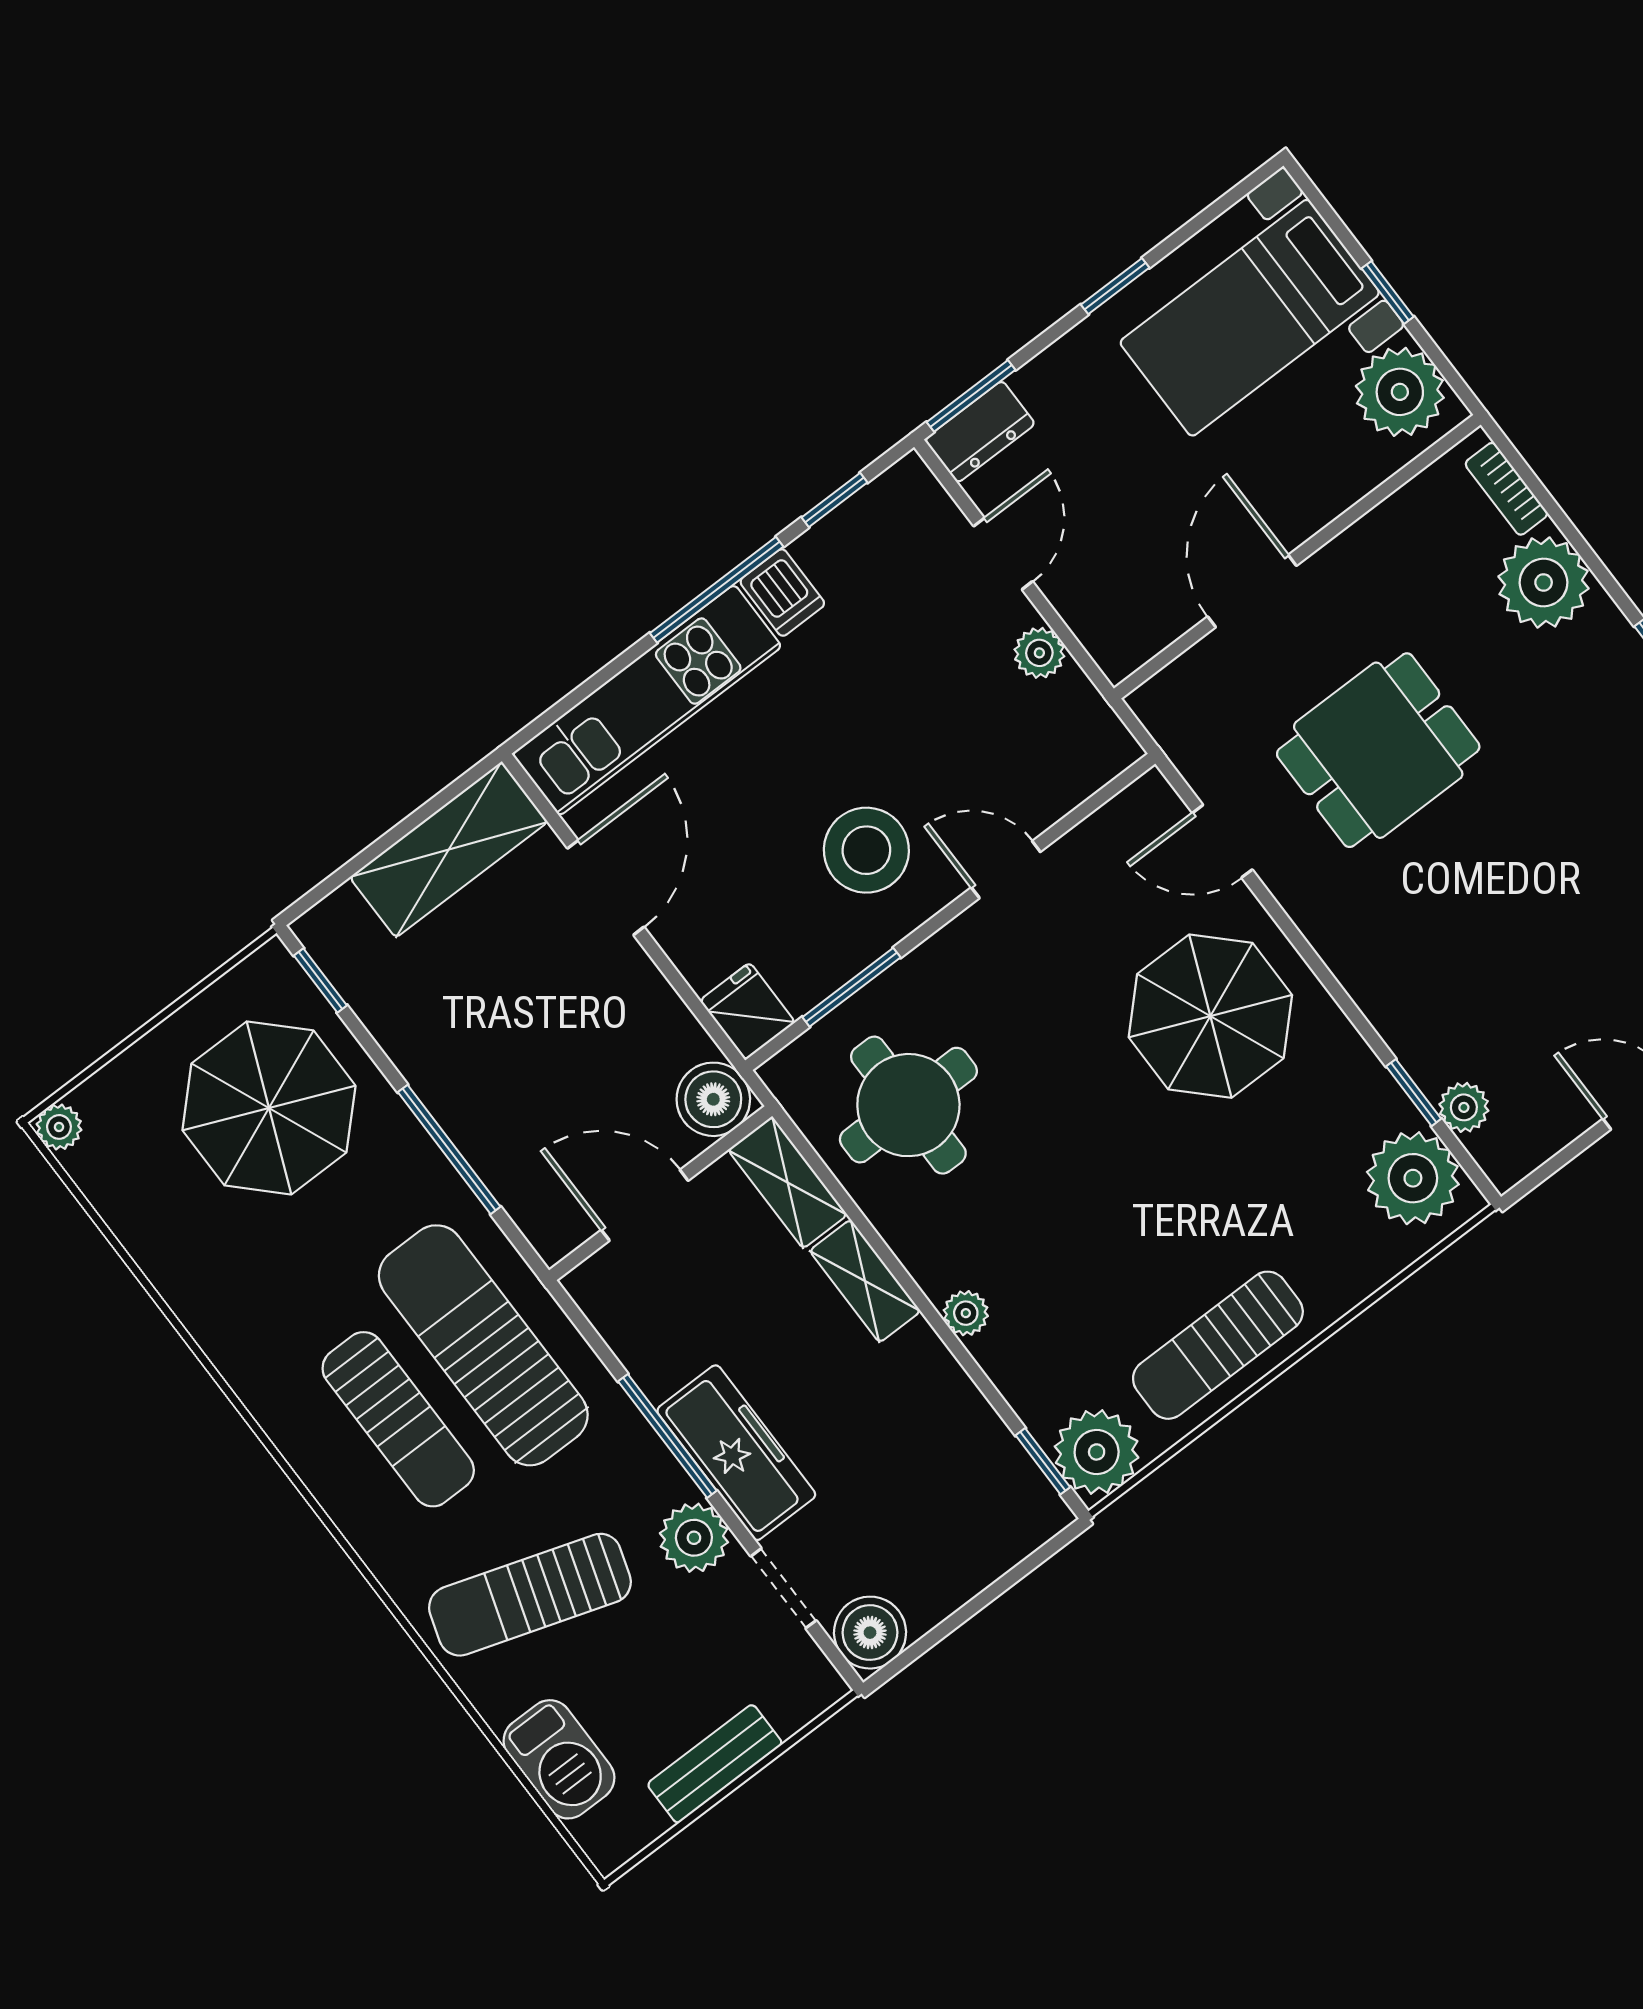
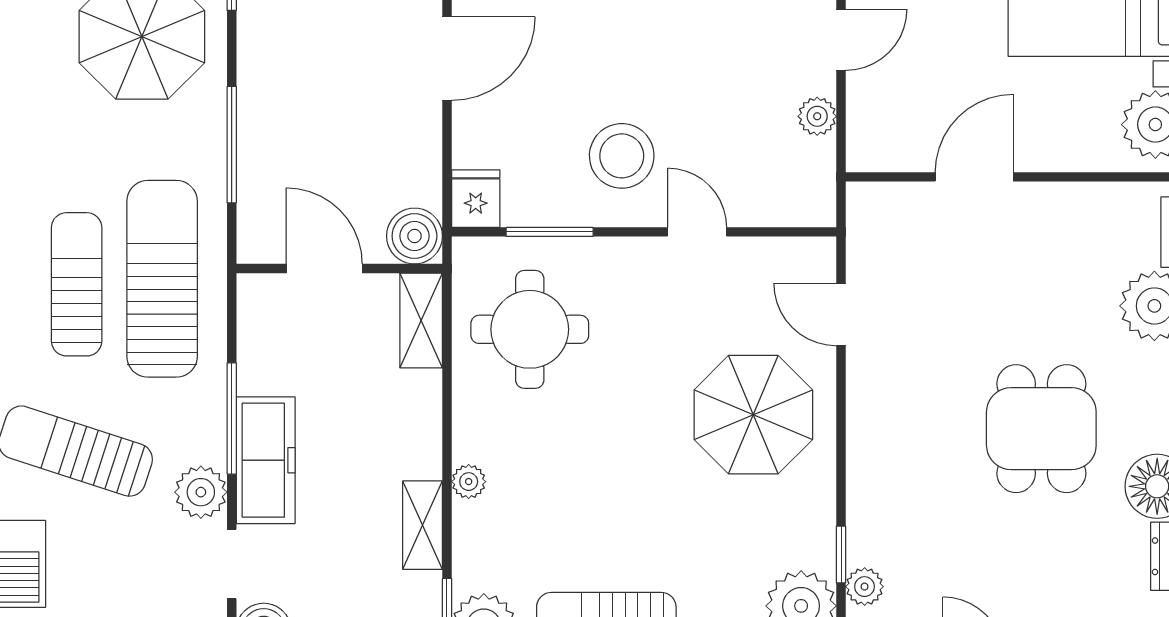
dining table: (1378, 750) -> (1041, 429), moved, turned 90
shelving: (865, 1281) -> (423, 525), moved
sun lounger: (398, 1419) -> (77, 284), turned 180

